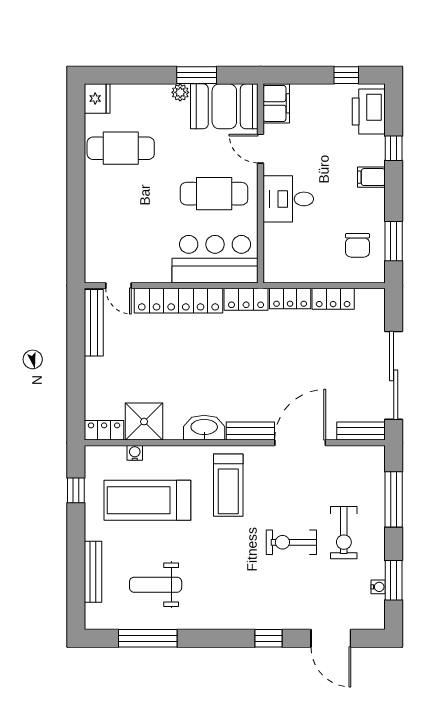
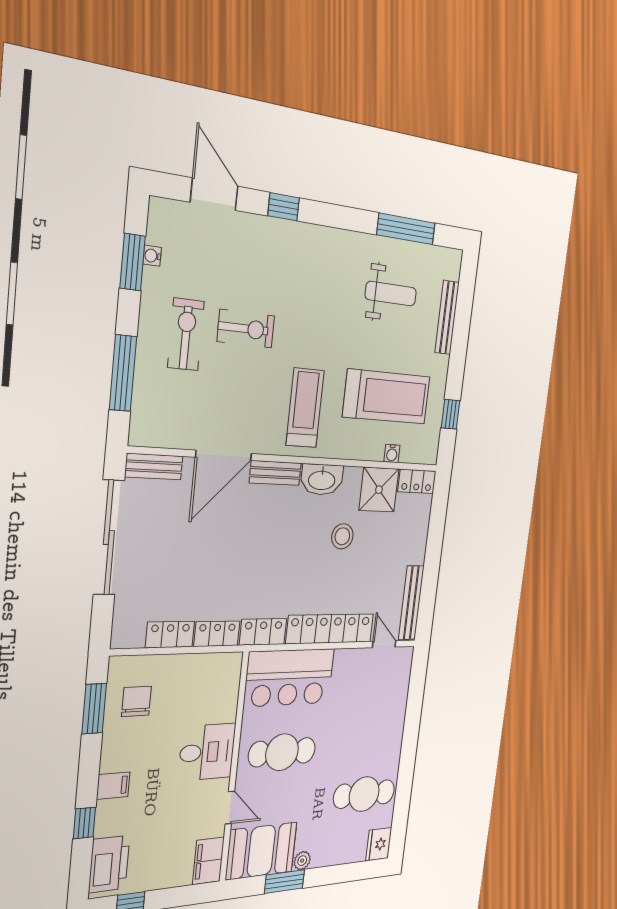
stool: (177, 381) -> (342, 536), added

